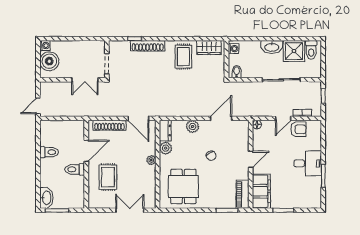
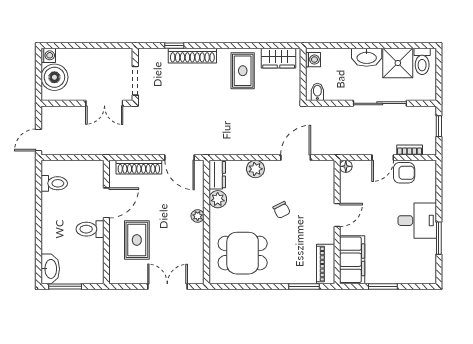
toilet: (49, 152) -> (54, 183), moved
dining table: (183, 186) -> (243, 253), turned 90

